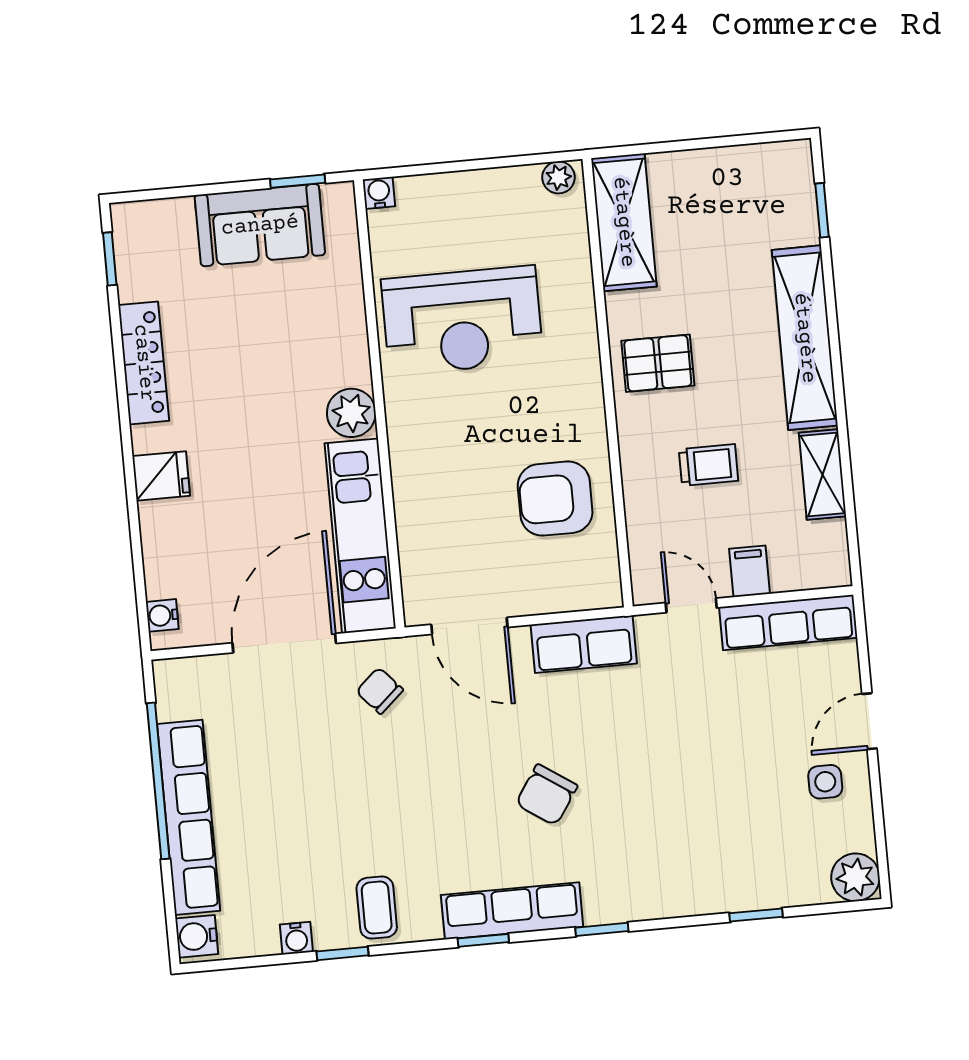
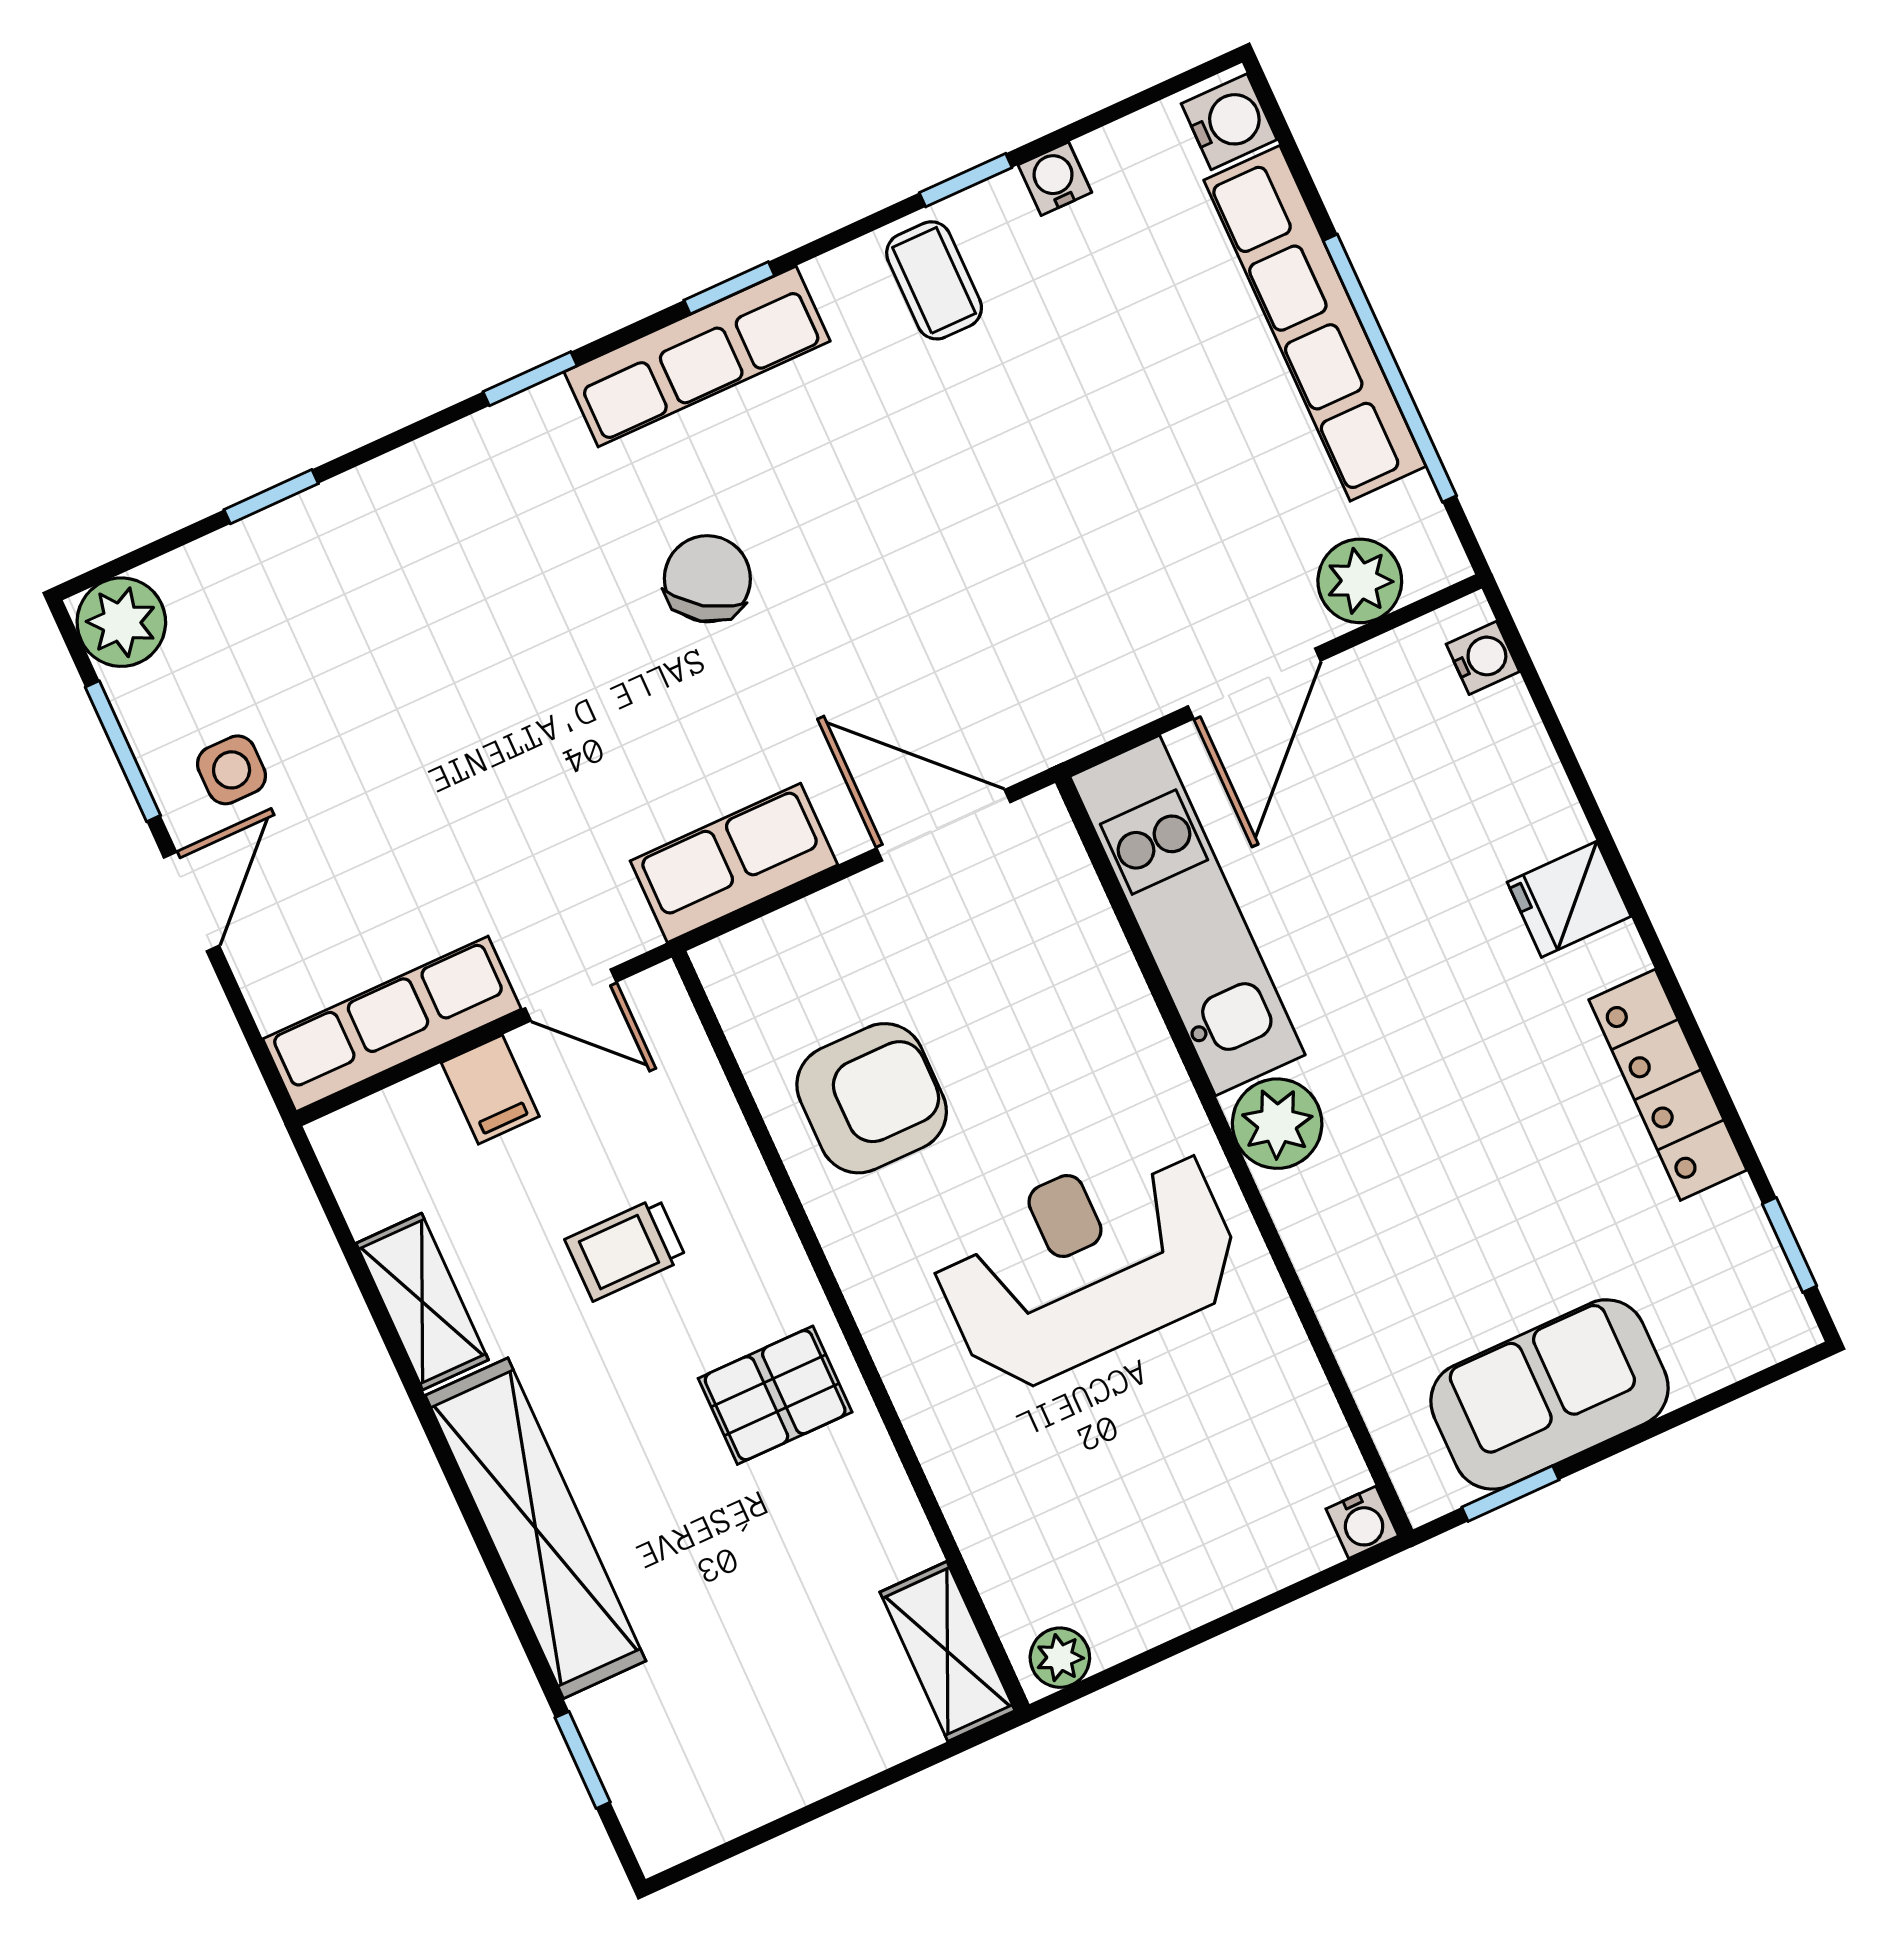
shelving: (624, 222) -> (947, 1651), width x0.67, depth x0.75
reception desk: (462, 320) -> (1087, 1263), moved
door: (284, 643) -> (1254, 684), width x0.73
plant: (212, 677) -> (1360, 581), added
chair: (380, 691) -> (1060, 659), removed
window: (878, 811) -> (123, 751), added

